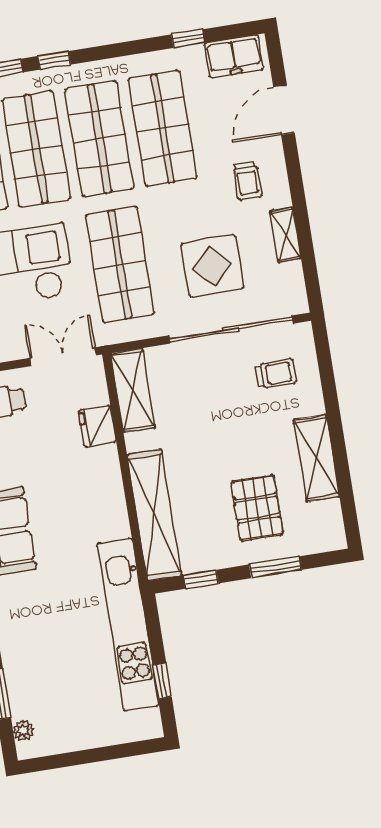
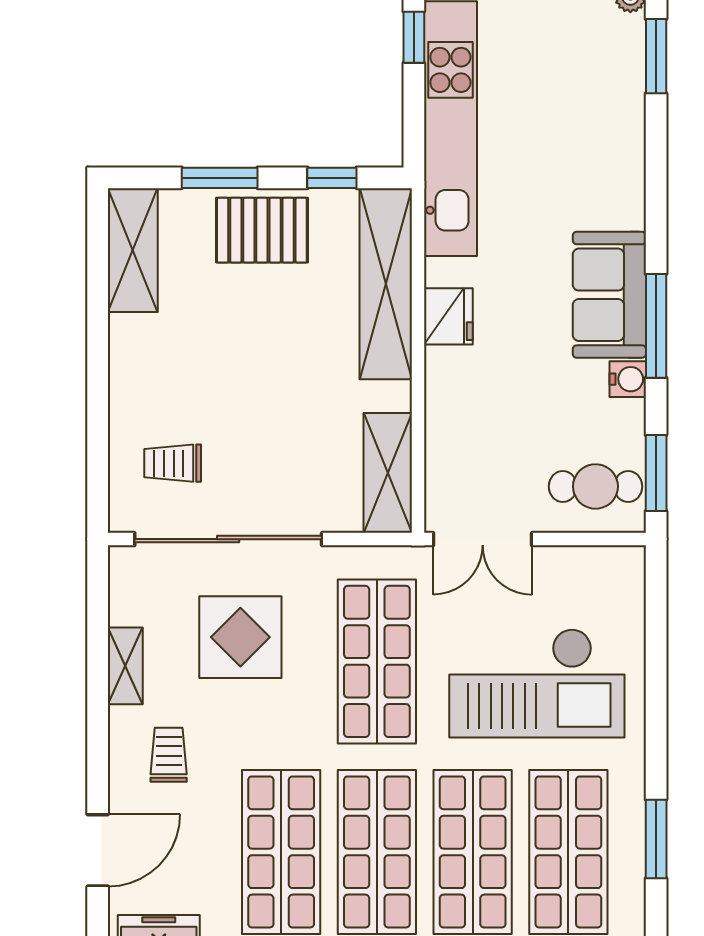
fridge: (97, 426) -> (448, 316), moved
shelving: (317, 458) -> (133, 250), moved
pallet: (257, 508) -> (262, 230), moved, turned 90

